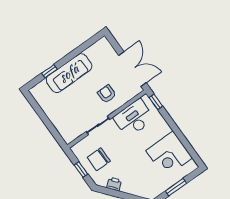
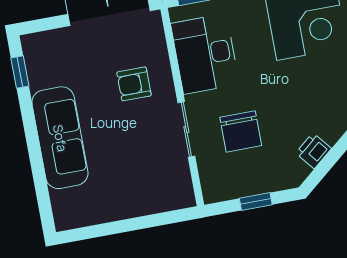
window: (49, 71) -> (20, 72), moved
chair: (99, 159) -> (241, 131), moved

